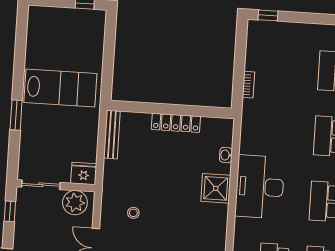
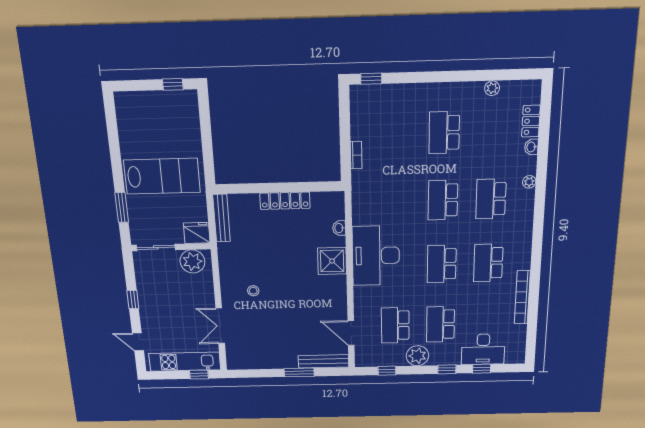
fridge: (84, 174) -> (197, 233), moved
sliding door: (41, 185) -> (156, 247), moved
wall: (56, 186) -> (171, 247), moved
plant: (75, 203) -> (192, 261), moved

